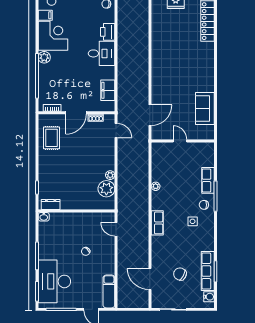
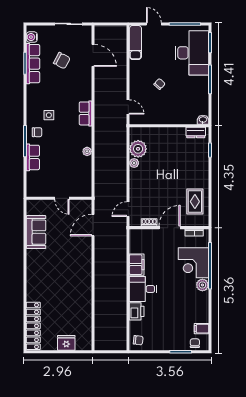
corner desk: (53, 36) -> (193, 263), moved
filing cabinet: (108, 90) -> (137, 265), moved
door: (116, 131) -> (128, 209), hinge flipped

